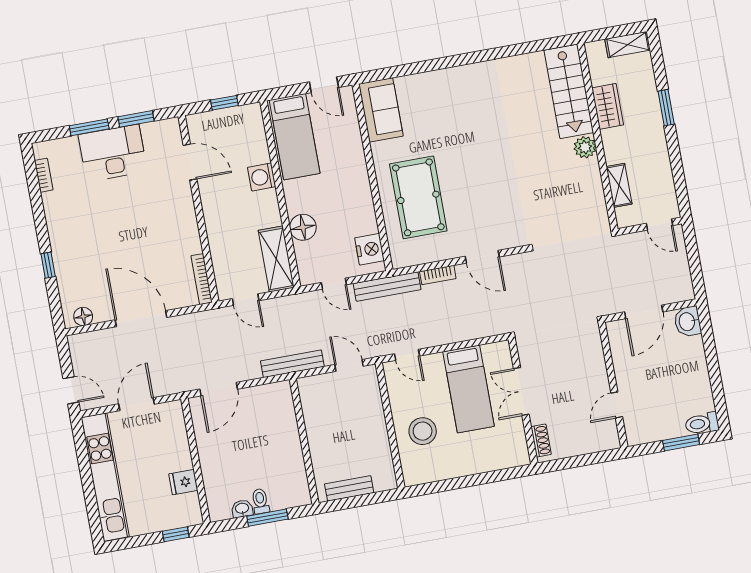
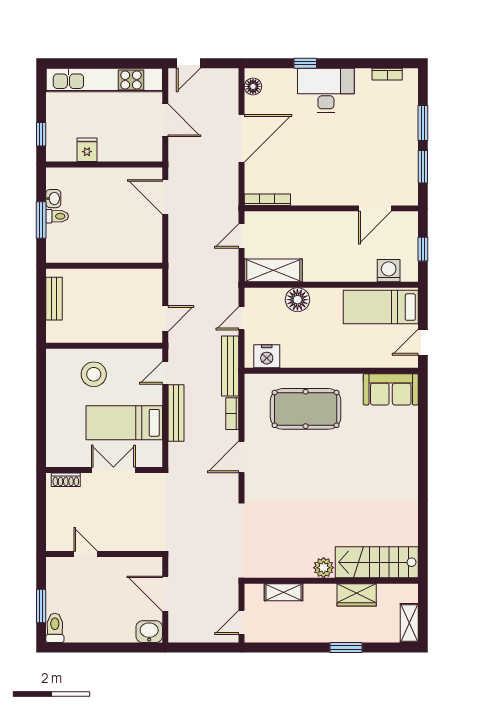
desk: (113, 153) -> (326, 90), moved, turned -90
washing machine: (262, 177) -> (389, 271), moved
bench: (292, 364) -> (176, 413), moved

